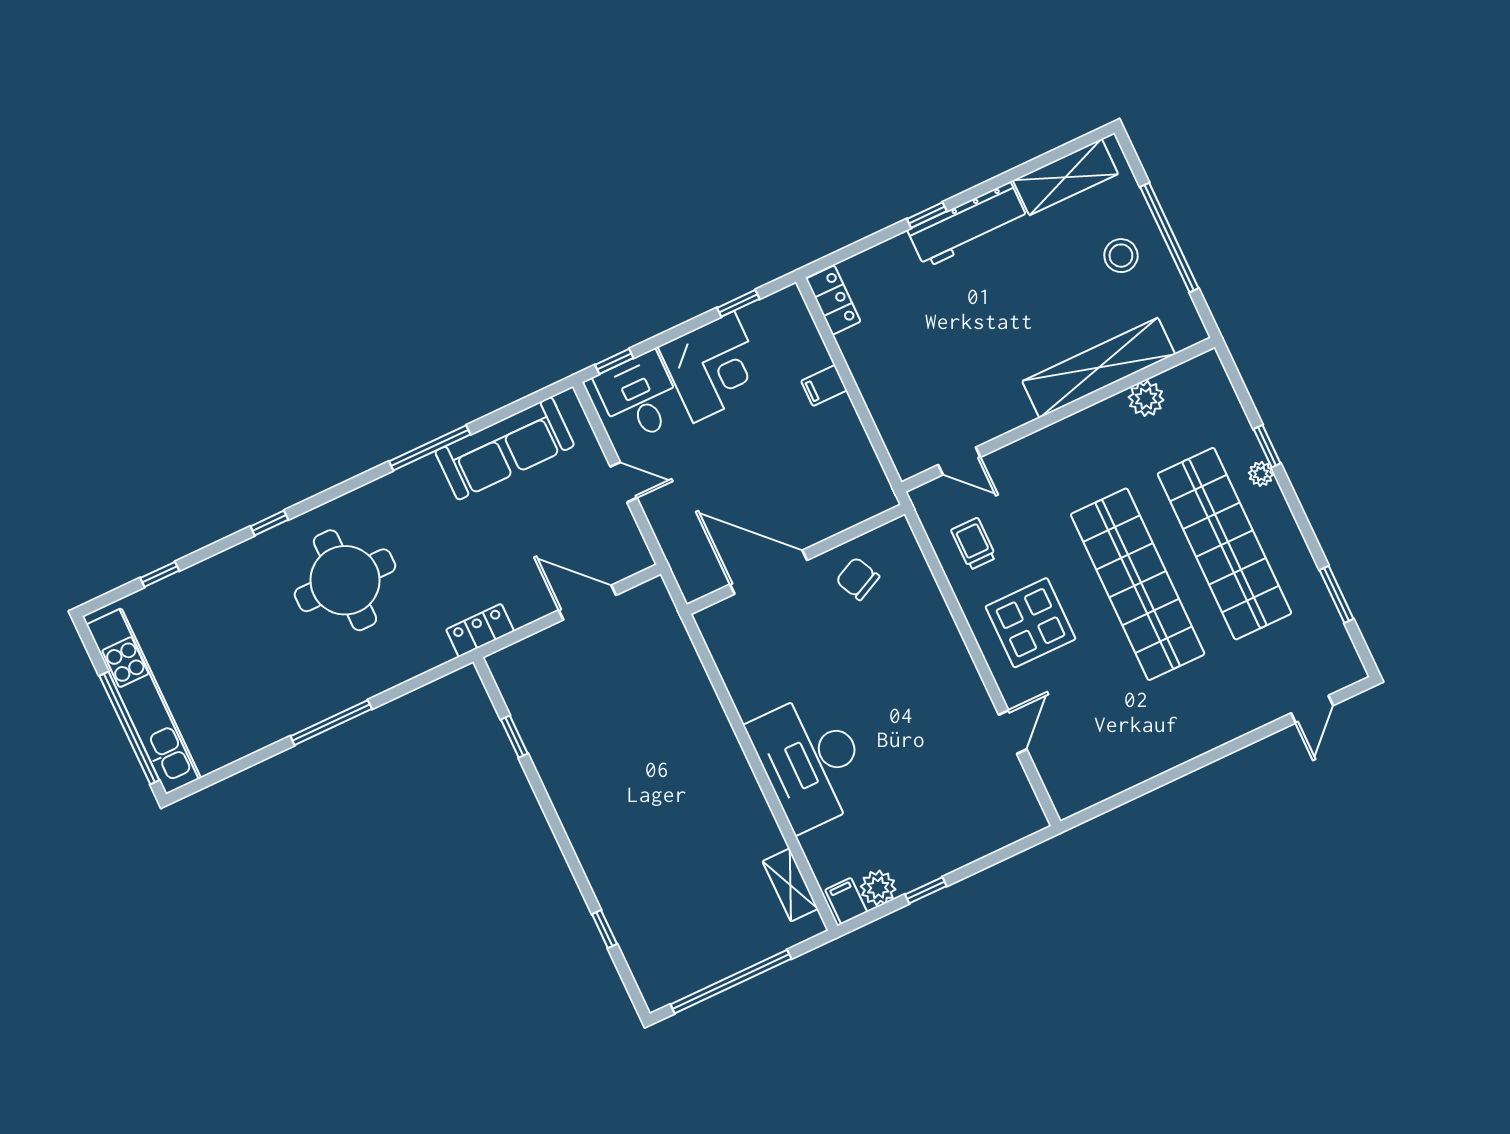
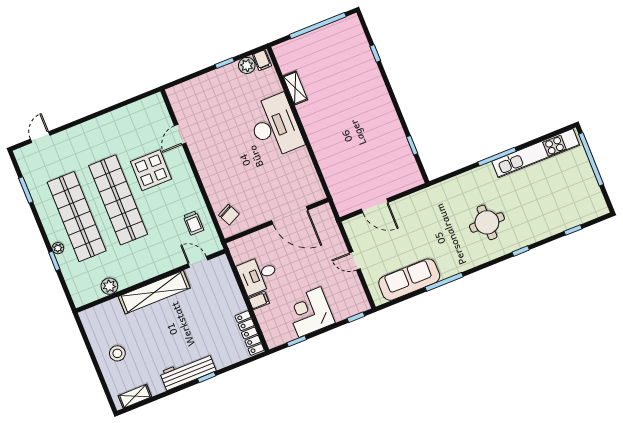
shelving: (1066, 177) -> (135, 396), width x0.67, depth x0.75
window: (1169, 238) -> (94, 360), removed
locker: (833, 300) -> (250, 333), width x1.53
shelving: (1099, 368) -> (154, 292), moved
desk: (639, 397) -> (258, 275), moved, turned 90
chair: (858, 579) -> (229, 215), moved
round table: (345, 580) -> (487, 222), width x0.73, depth x0.73
display table: (1031, 623) -> (151, 170), moved
locker: (480, 630) -> (425, 196), removed
kitchen unit: (144, 701) -> (536, 153), moved, turned -90
shelving: (790, 885) -> (295, 88), moved

